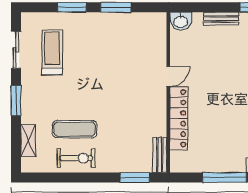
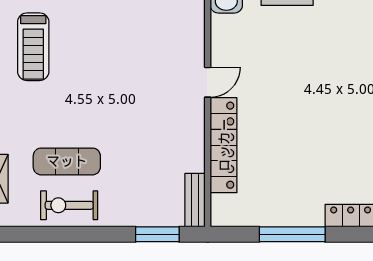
treadmill: (52, 53) -> (33, 47), turned 180
exercise bike: (76, 158) -> (69, 205), turned 180

